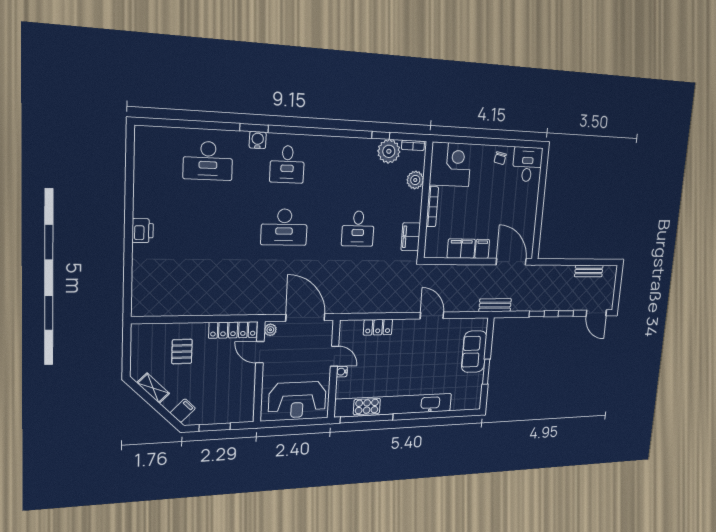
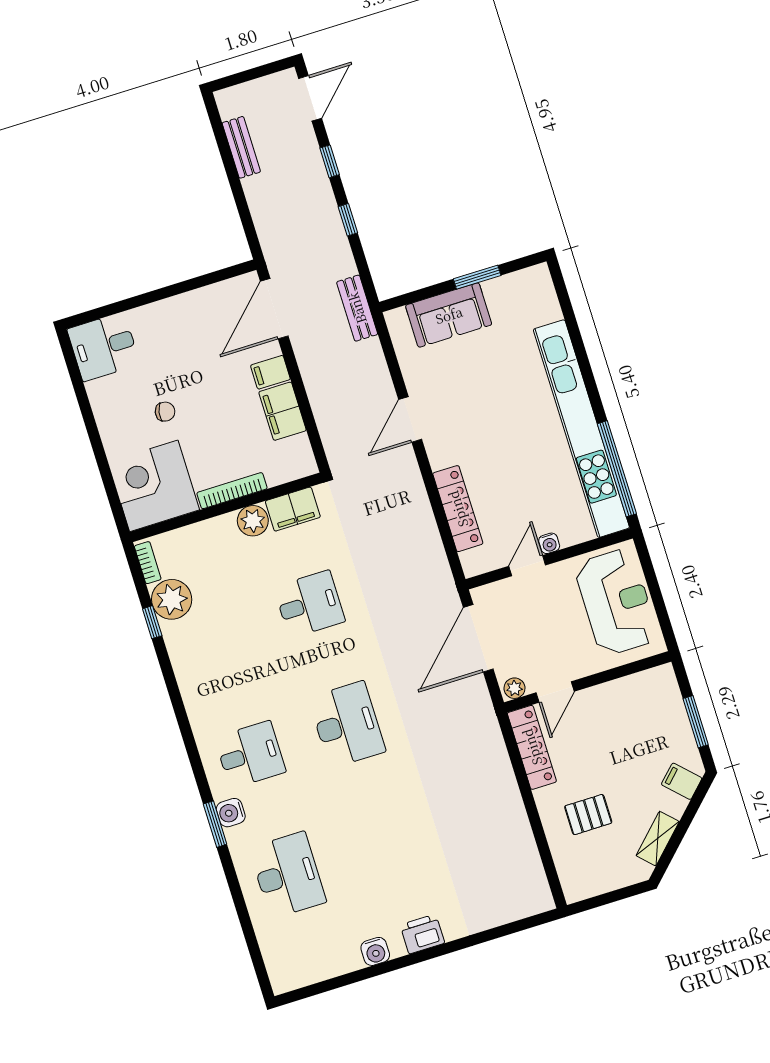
chair: (500, 158) -> (165, 412), moved
plant: (415, 180) -> (253, 521), moved
water cooler: (142, 198) -> (375, 951), added
locker: (378, 327) -> (458, 509), width x1.53

